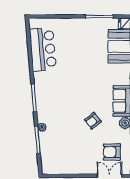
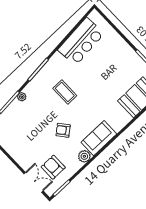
coffee table: (67, 94) -> (65, 92), added

